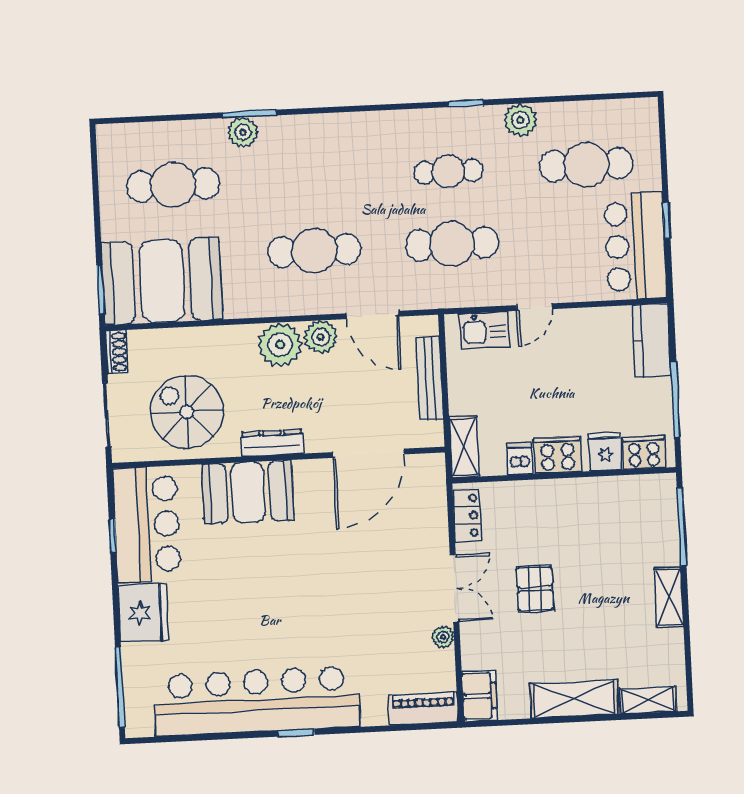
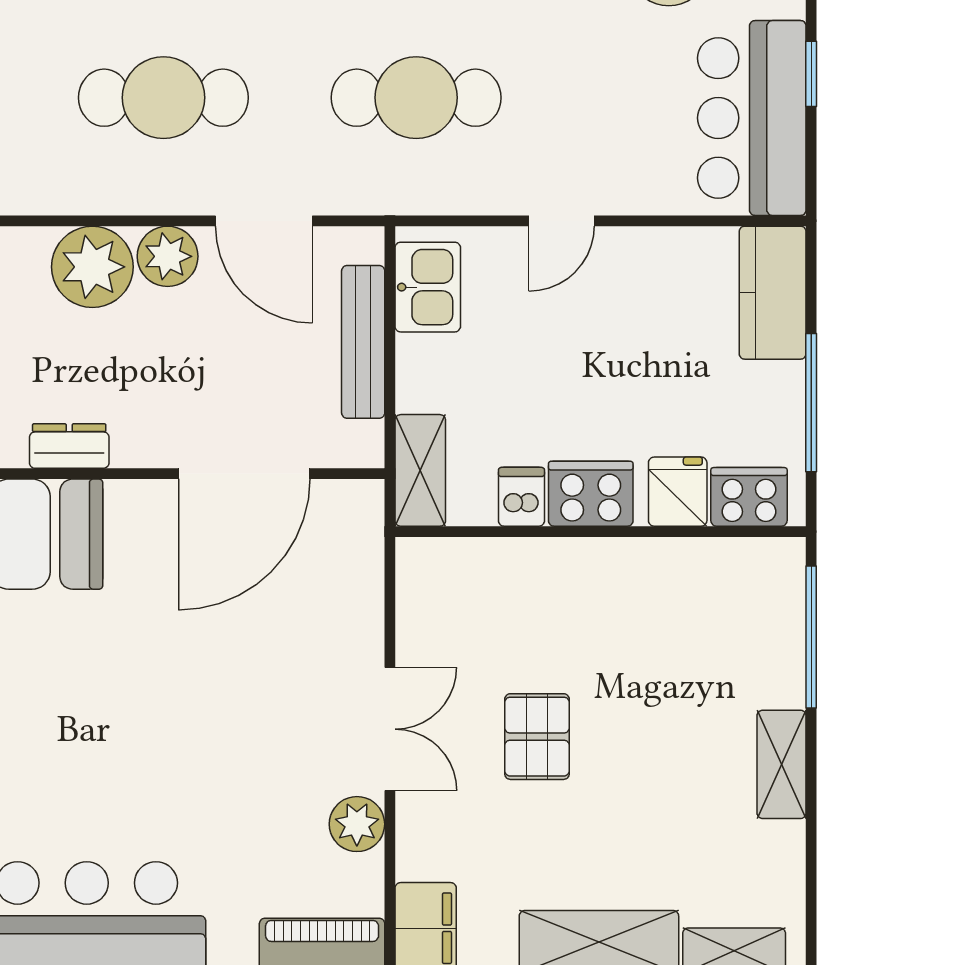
kitchen sink: (484, 330) -> (428, 287), moved, turned -90
dresser: (272, 443) -> (69, 446), width x0.70
locker: (467, 515) -> (419, 597), removed
plant: (443, 637) -> (357, 824), width x1.38, depth x1.38

